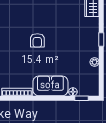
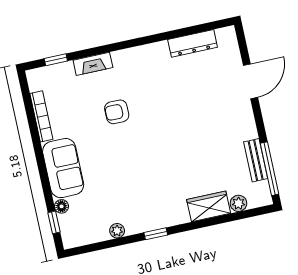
armchair: (37, 40) -> (117, 112), moved

